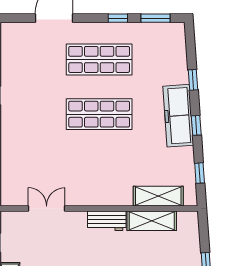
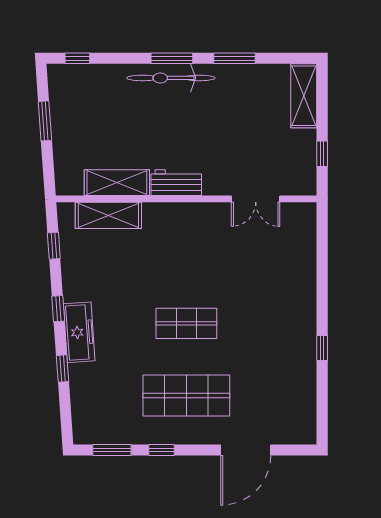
shop shelf: (99, 114) -> (186, 323), width x0.70, depth x0.74
freezer: (178, 116) -> (79, 332), width x0.73, depth x0.79

